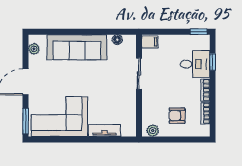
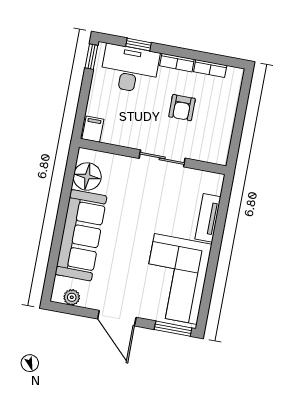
floor lamp: (117, 40) -> (87, 176), width x1.89, depth x1.89
desk: (195, 64) -> (130, 69), width x1.37
sliding door: (139, 74) -> (162, 158), moved
armchair: (177, 116) -> (182, 108), moved
plant: (153, 131) -> (221, 149), removed

